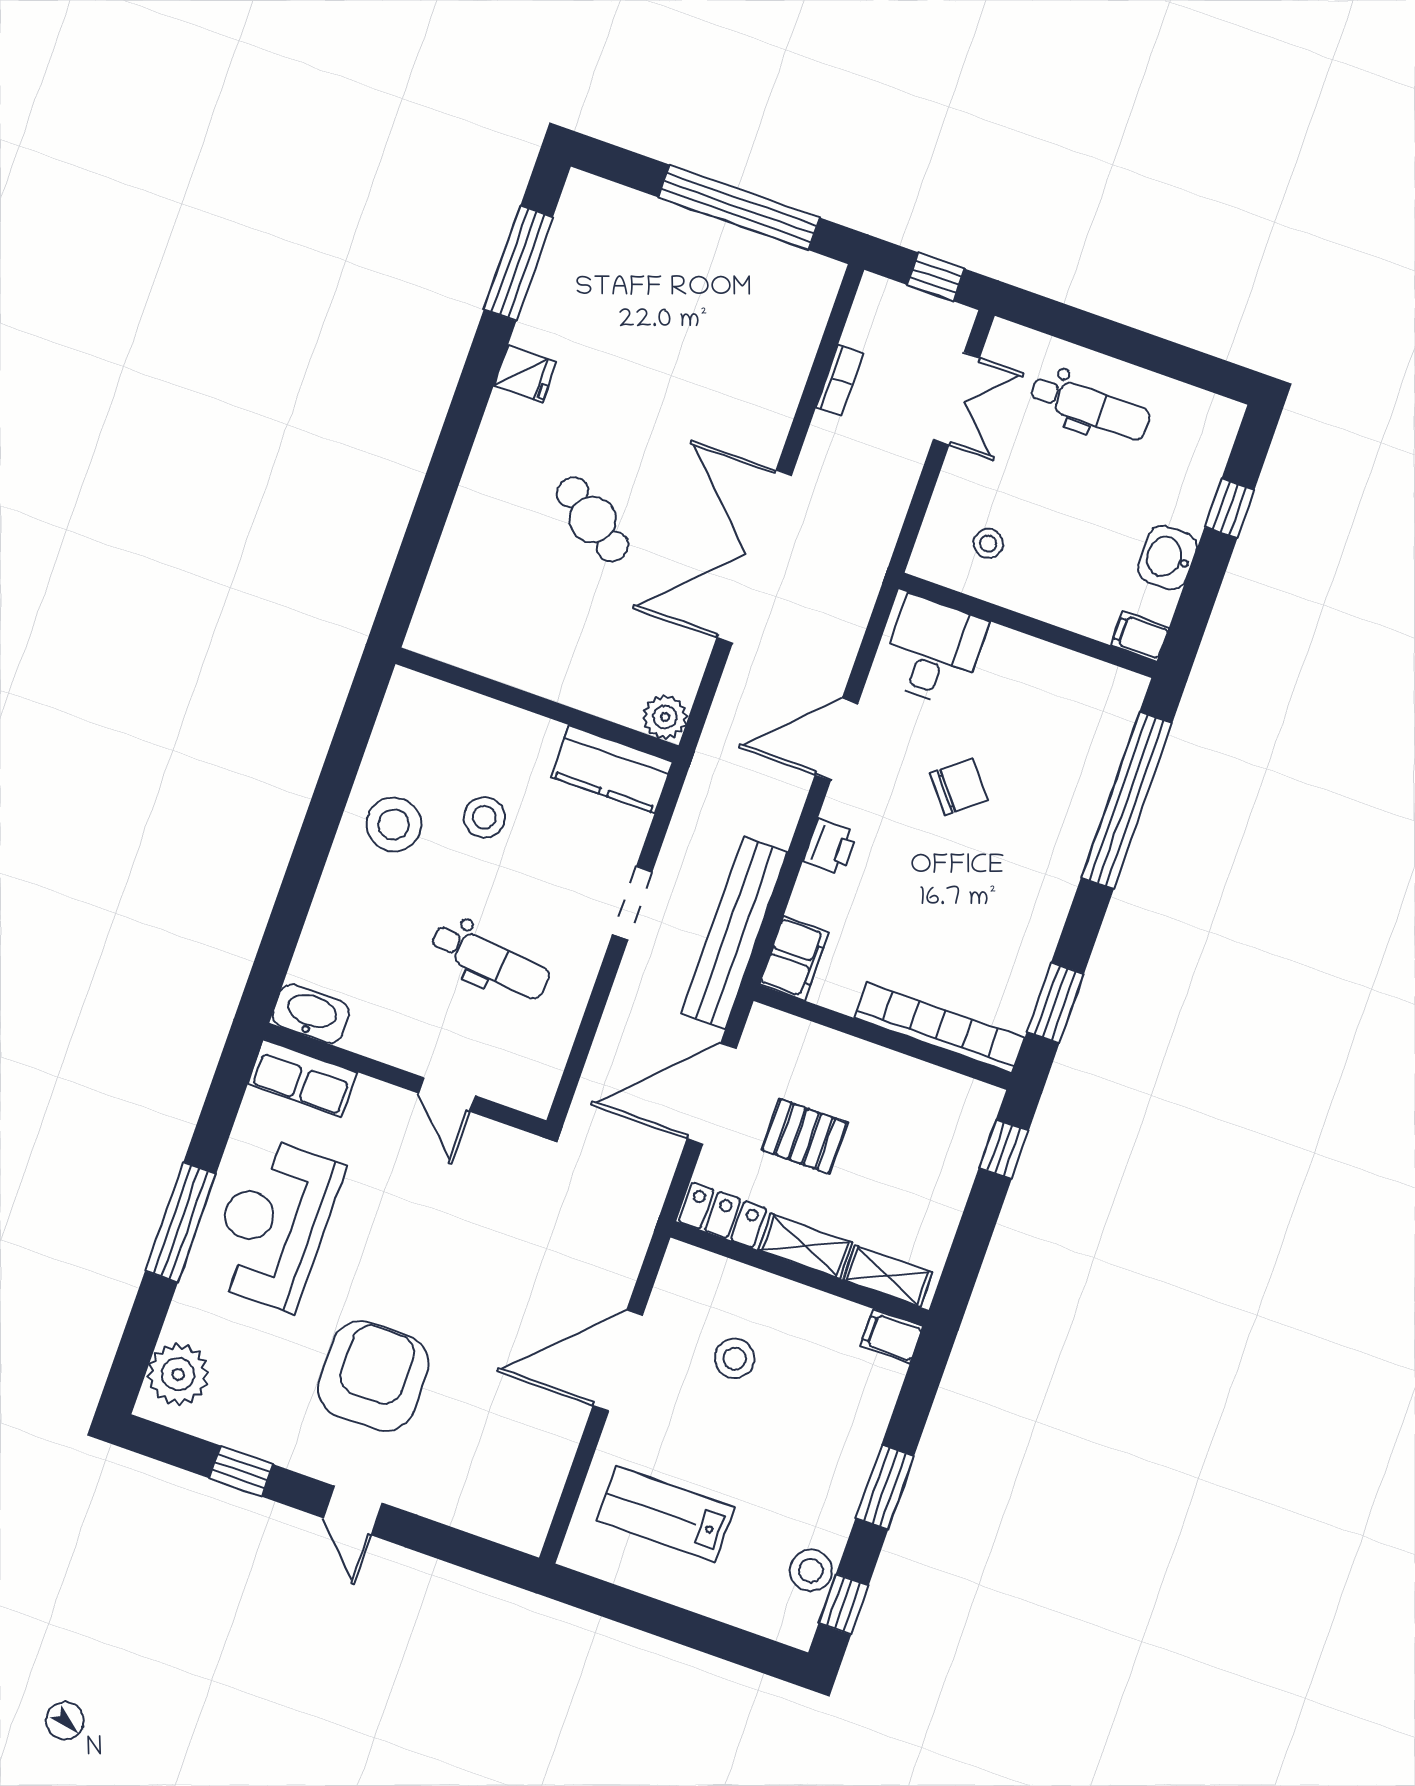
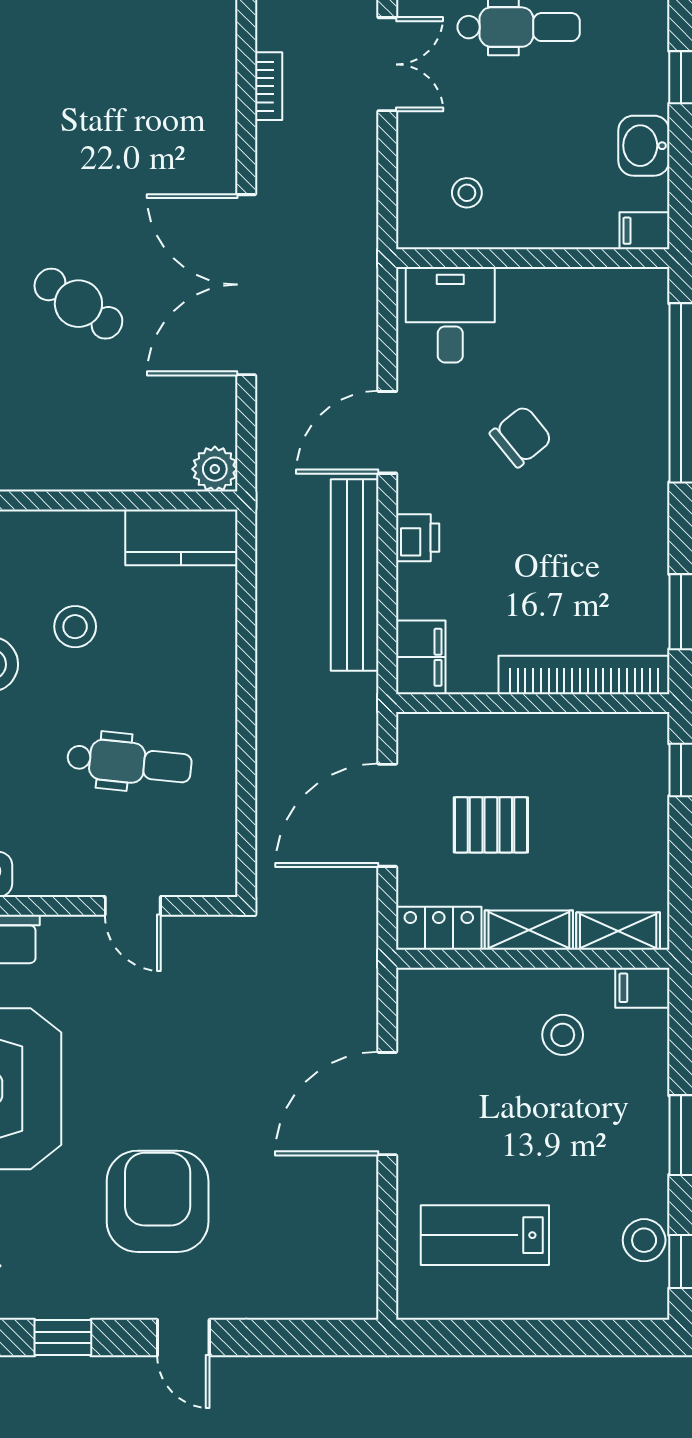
doorway: (632, 903) -> (246, 659), removed
bench: (734, 933) -> (355, 575), moved
stool: (735, 1358) -> (563, 1035), moved

